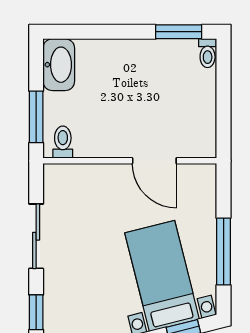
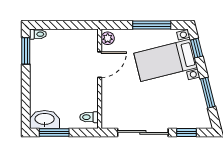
window: (36, 117) -> (54, 132), moved
plant: (200, 175) -> (108, 38), added
sliding door: (36, 236) -> (143, 132), width x1.37

